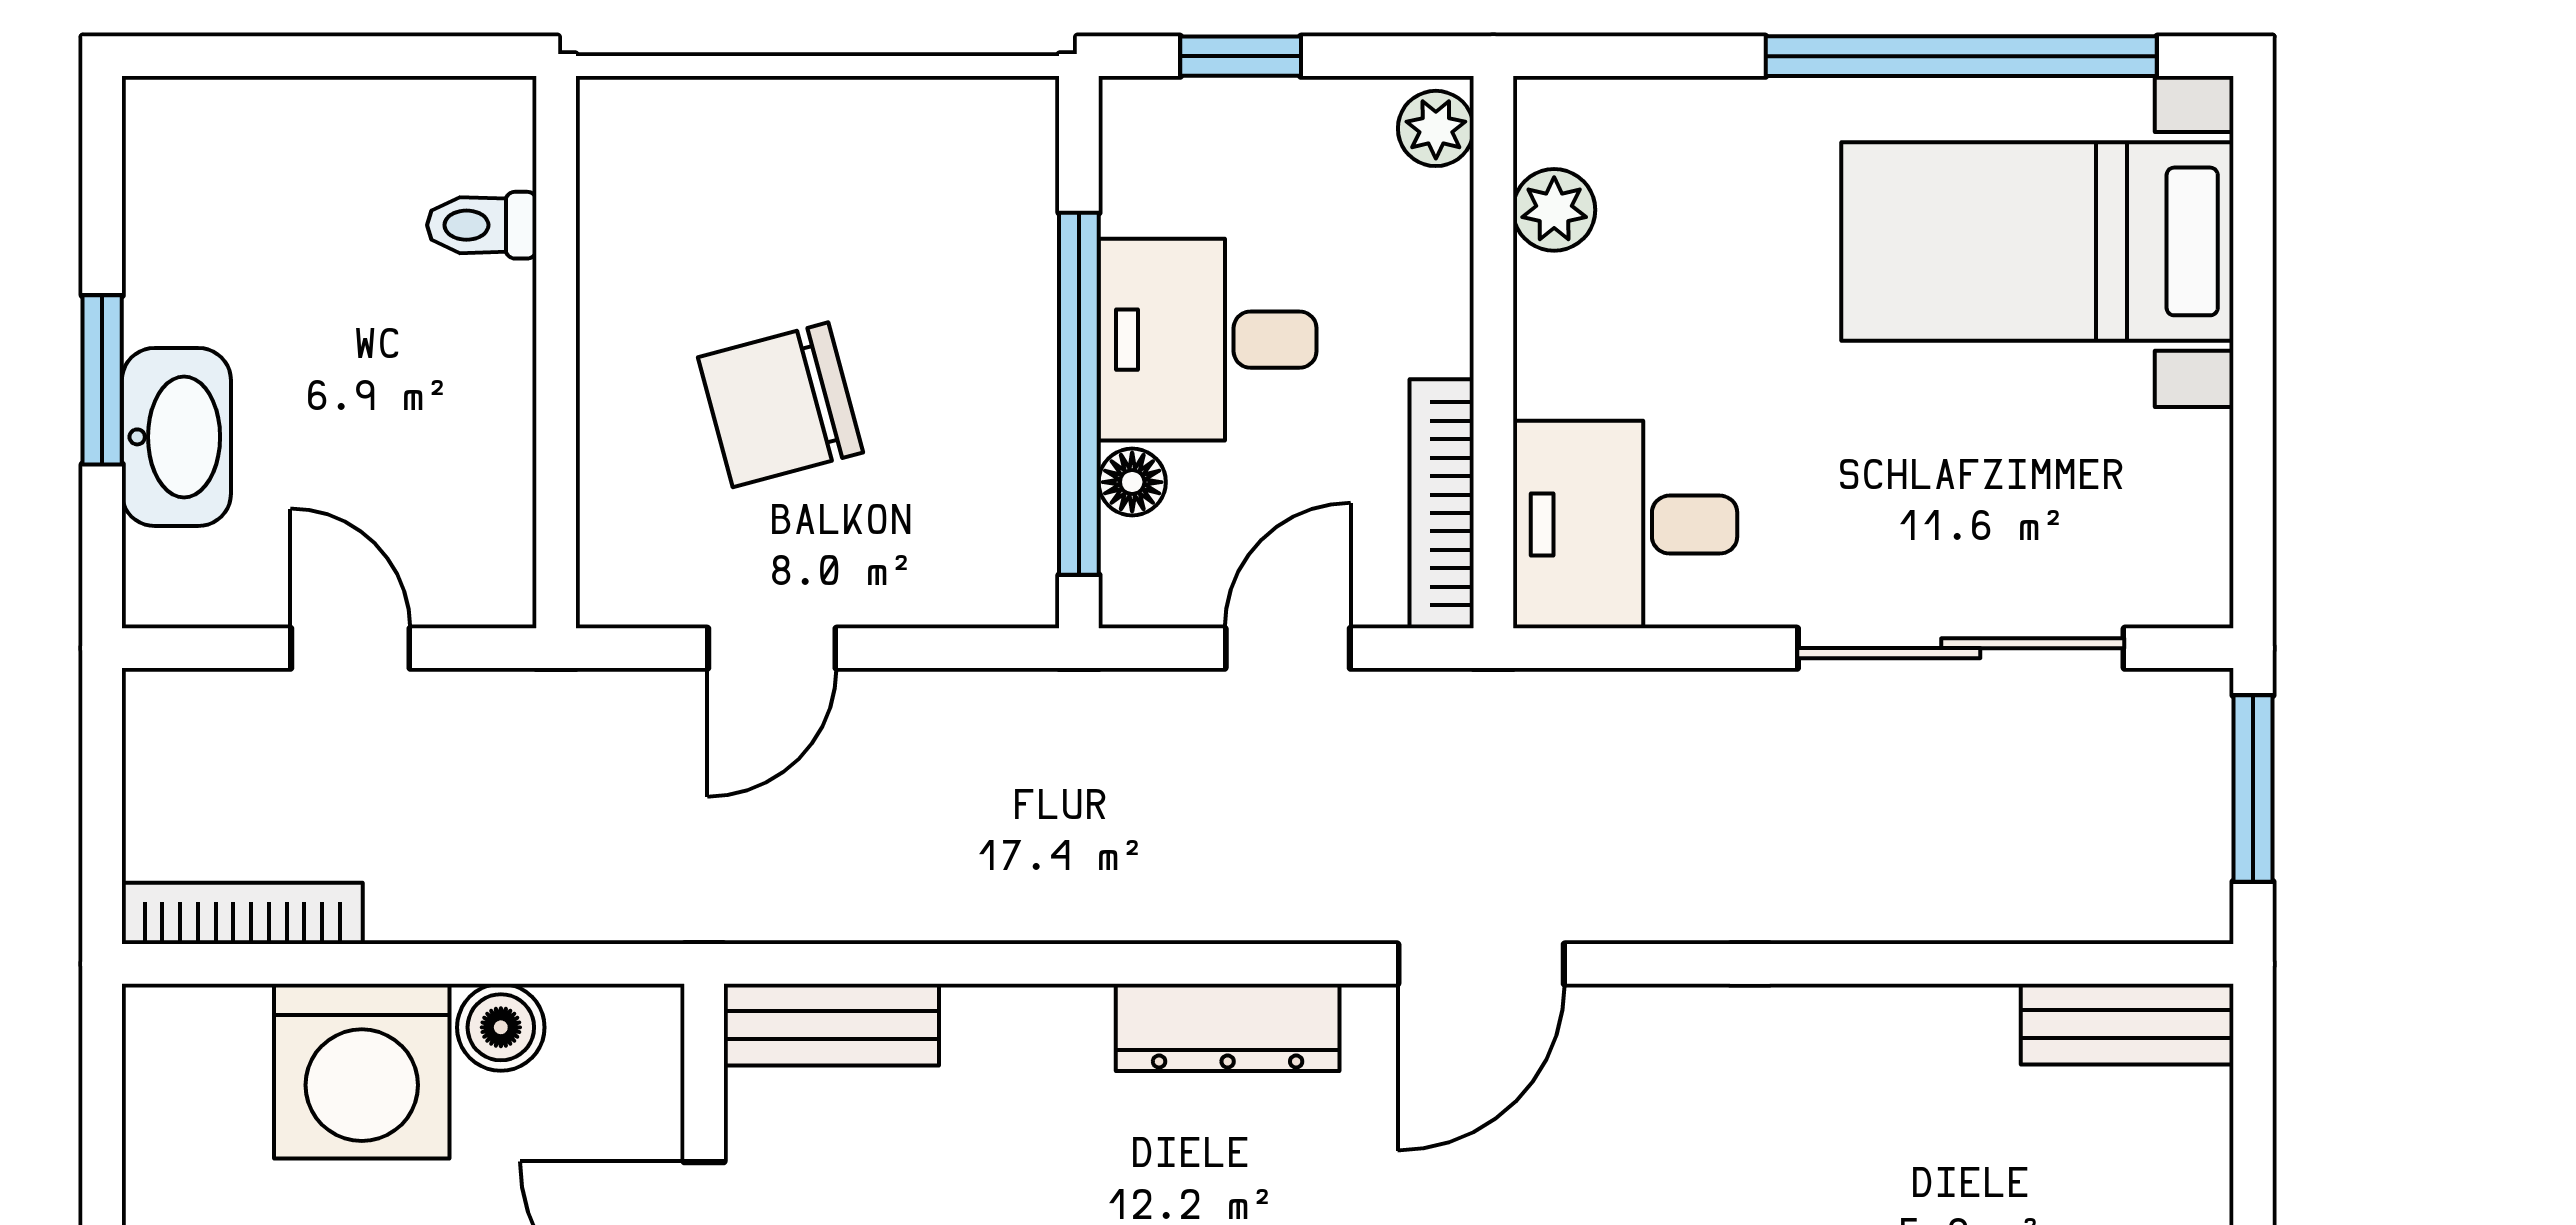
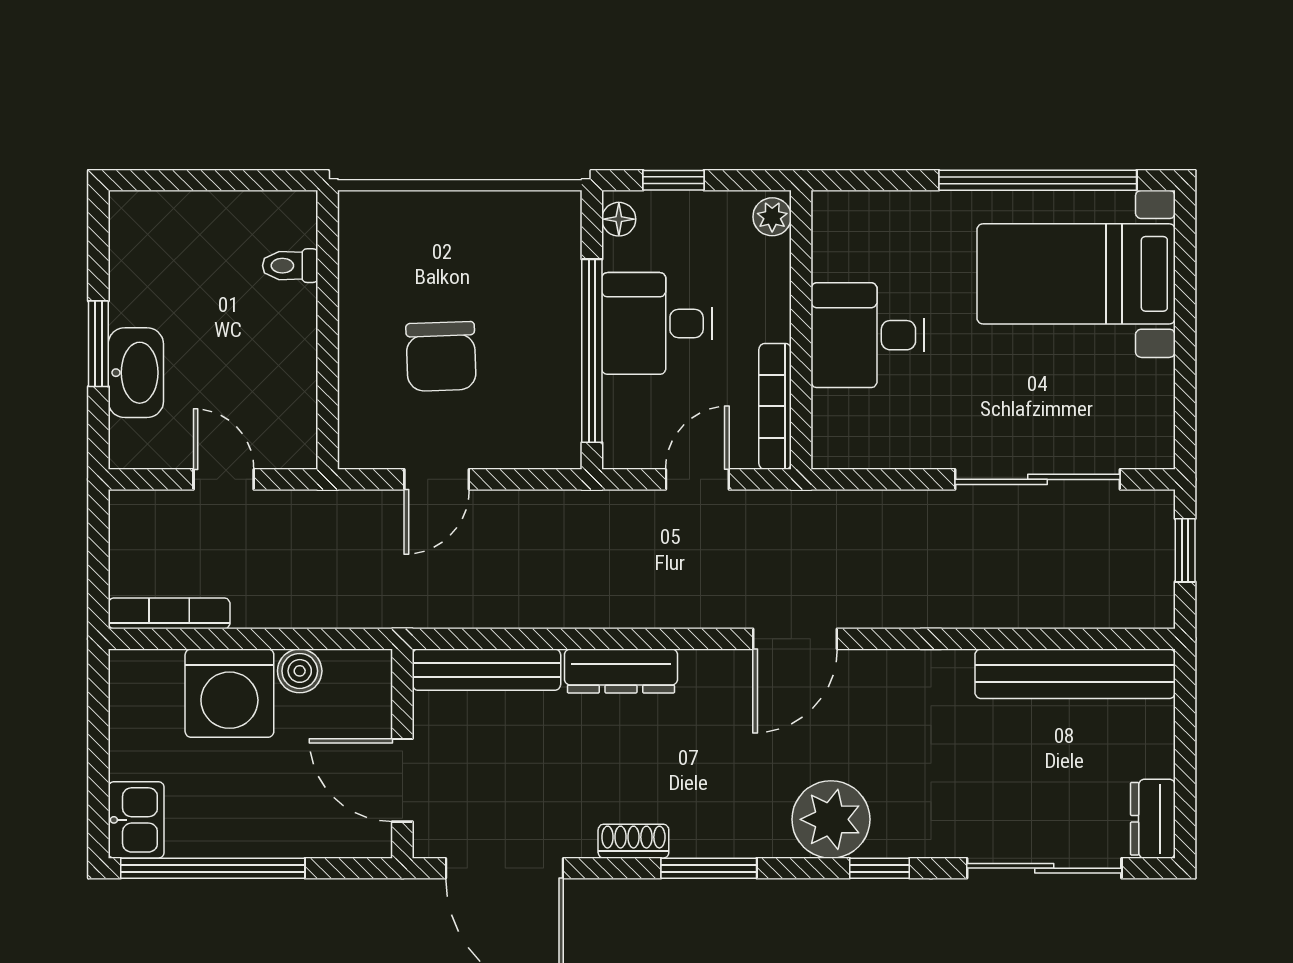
plant: (1554, 210) -> (832, 258), removed
chair: (781, 405) -> (441, 356), turned -77
floor lamp: (1132, 482) -> (619, 219), moved
desk: (1625, 525) -> (868, 335), moved
window: (2253, 788) -> (1185, 550), width x0.67
bench: (2127, 1024) -> (1075, 674), width x1.86, depth x1.21
bench: (831, 1025) -> (486, 670), width x1.36
dresser: (1228, 1027) -> (621, 671), moved

